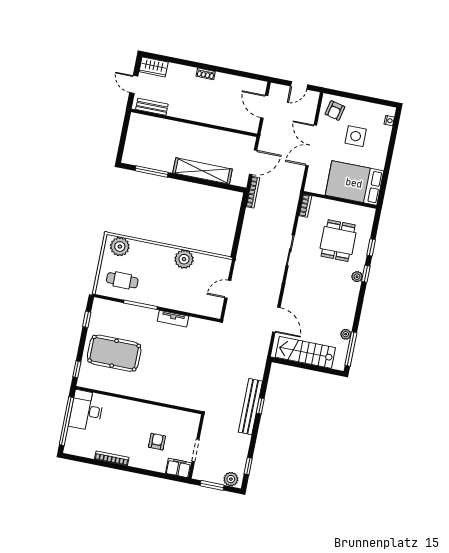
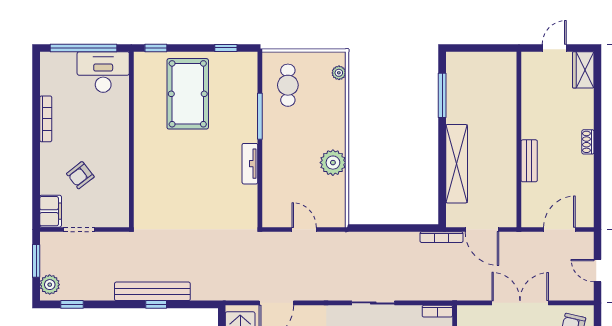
bench: (152, 107) -> (529, 161), moved
plant: (120, 247) -> (339, 73), width x0.53, depth x0.53
armchair: (157, 442) -> (80, 175), turned 142

